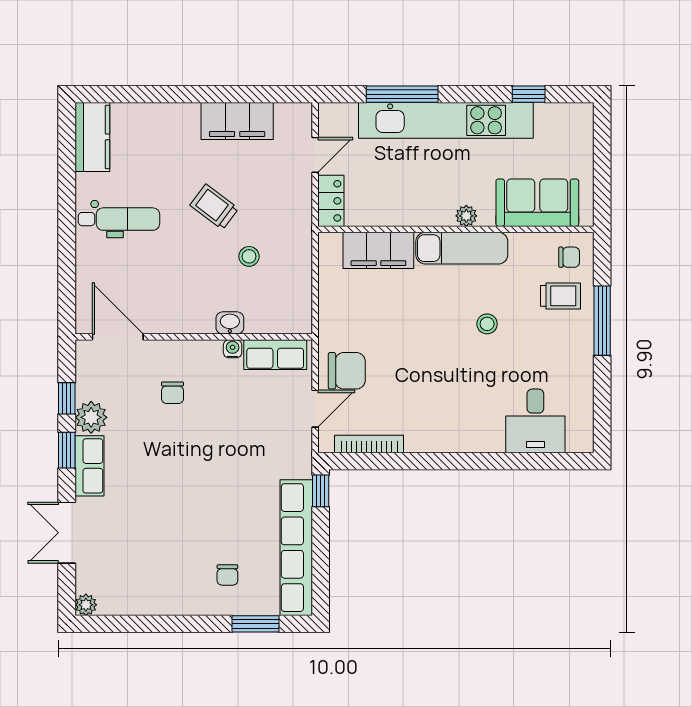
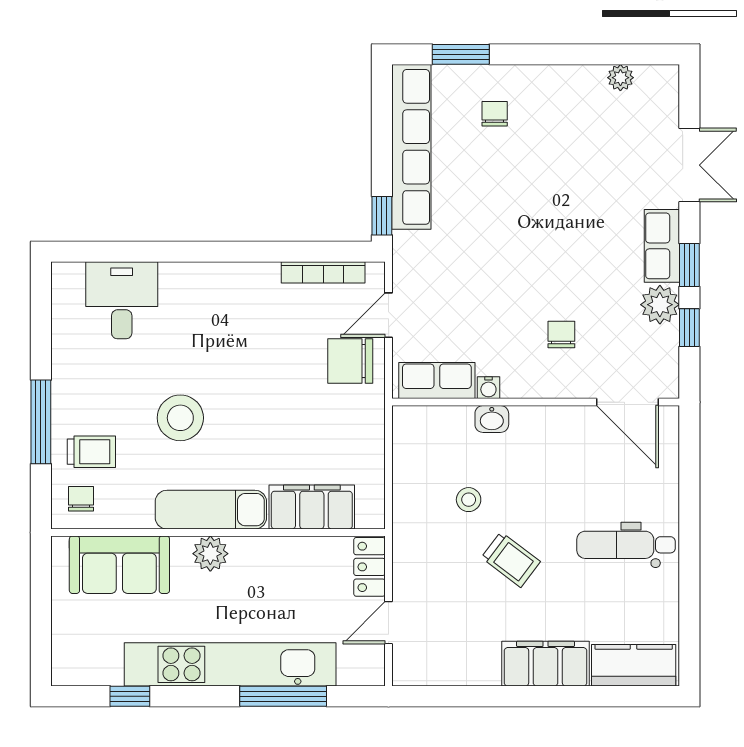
filing cabinet: (237, 121) -> (545, 664), moved
kitchen counter: (92, 137) -> (634, 665), moved, turned 90
plant: (466, 216) -> (210, 554), width x1.38, depth x1.38
chair: (569, 257) -> (81, 499), turned 90
trolley: (560, 296) -> (91, 452), turned 180
stool: (487, 324) -> (180, 418), width x1.89, depth x1.89
plant: (86, 605) -> (620, 78), moved

